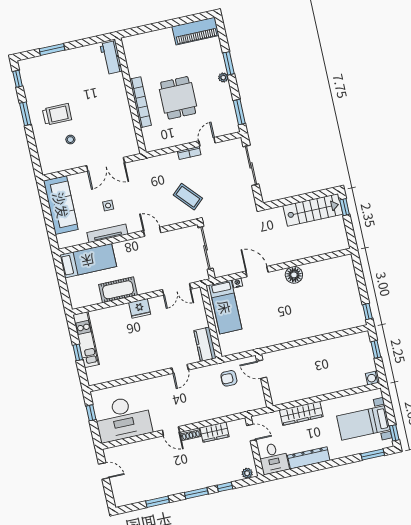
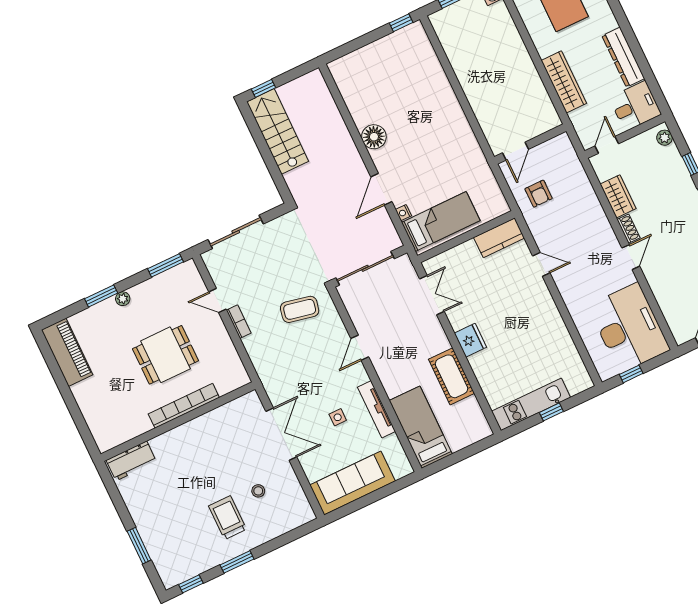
coffee table: (188, 197) -> (300, 309), turned 54

